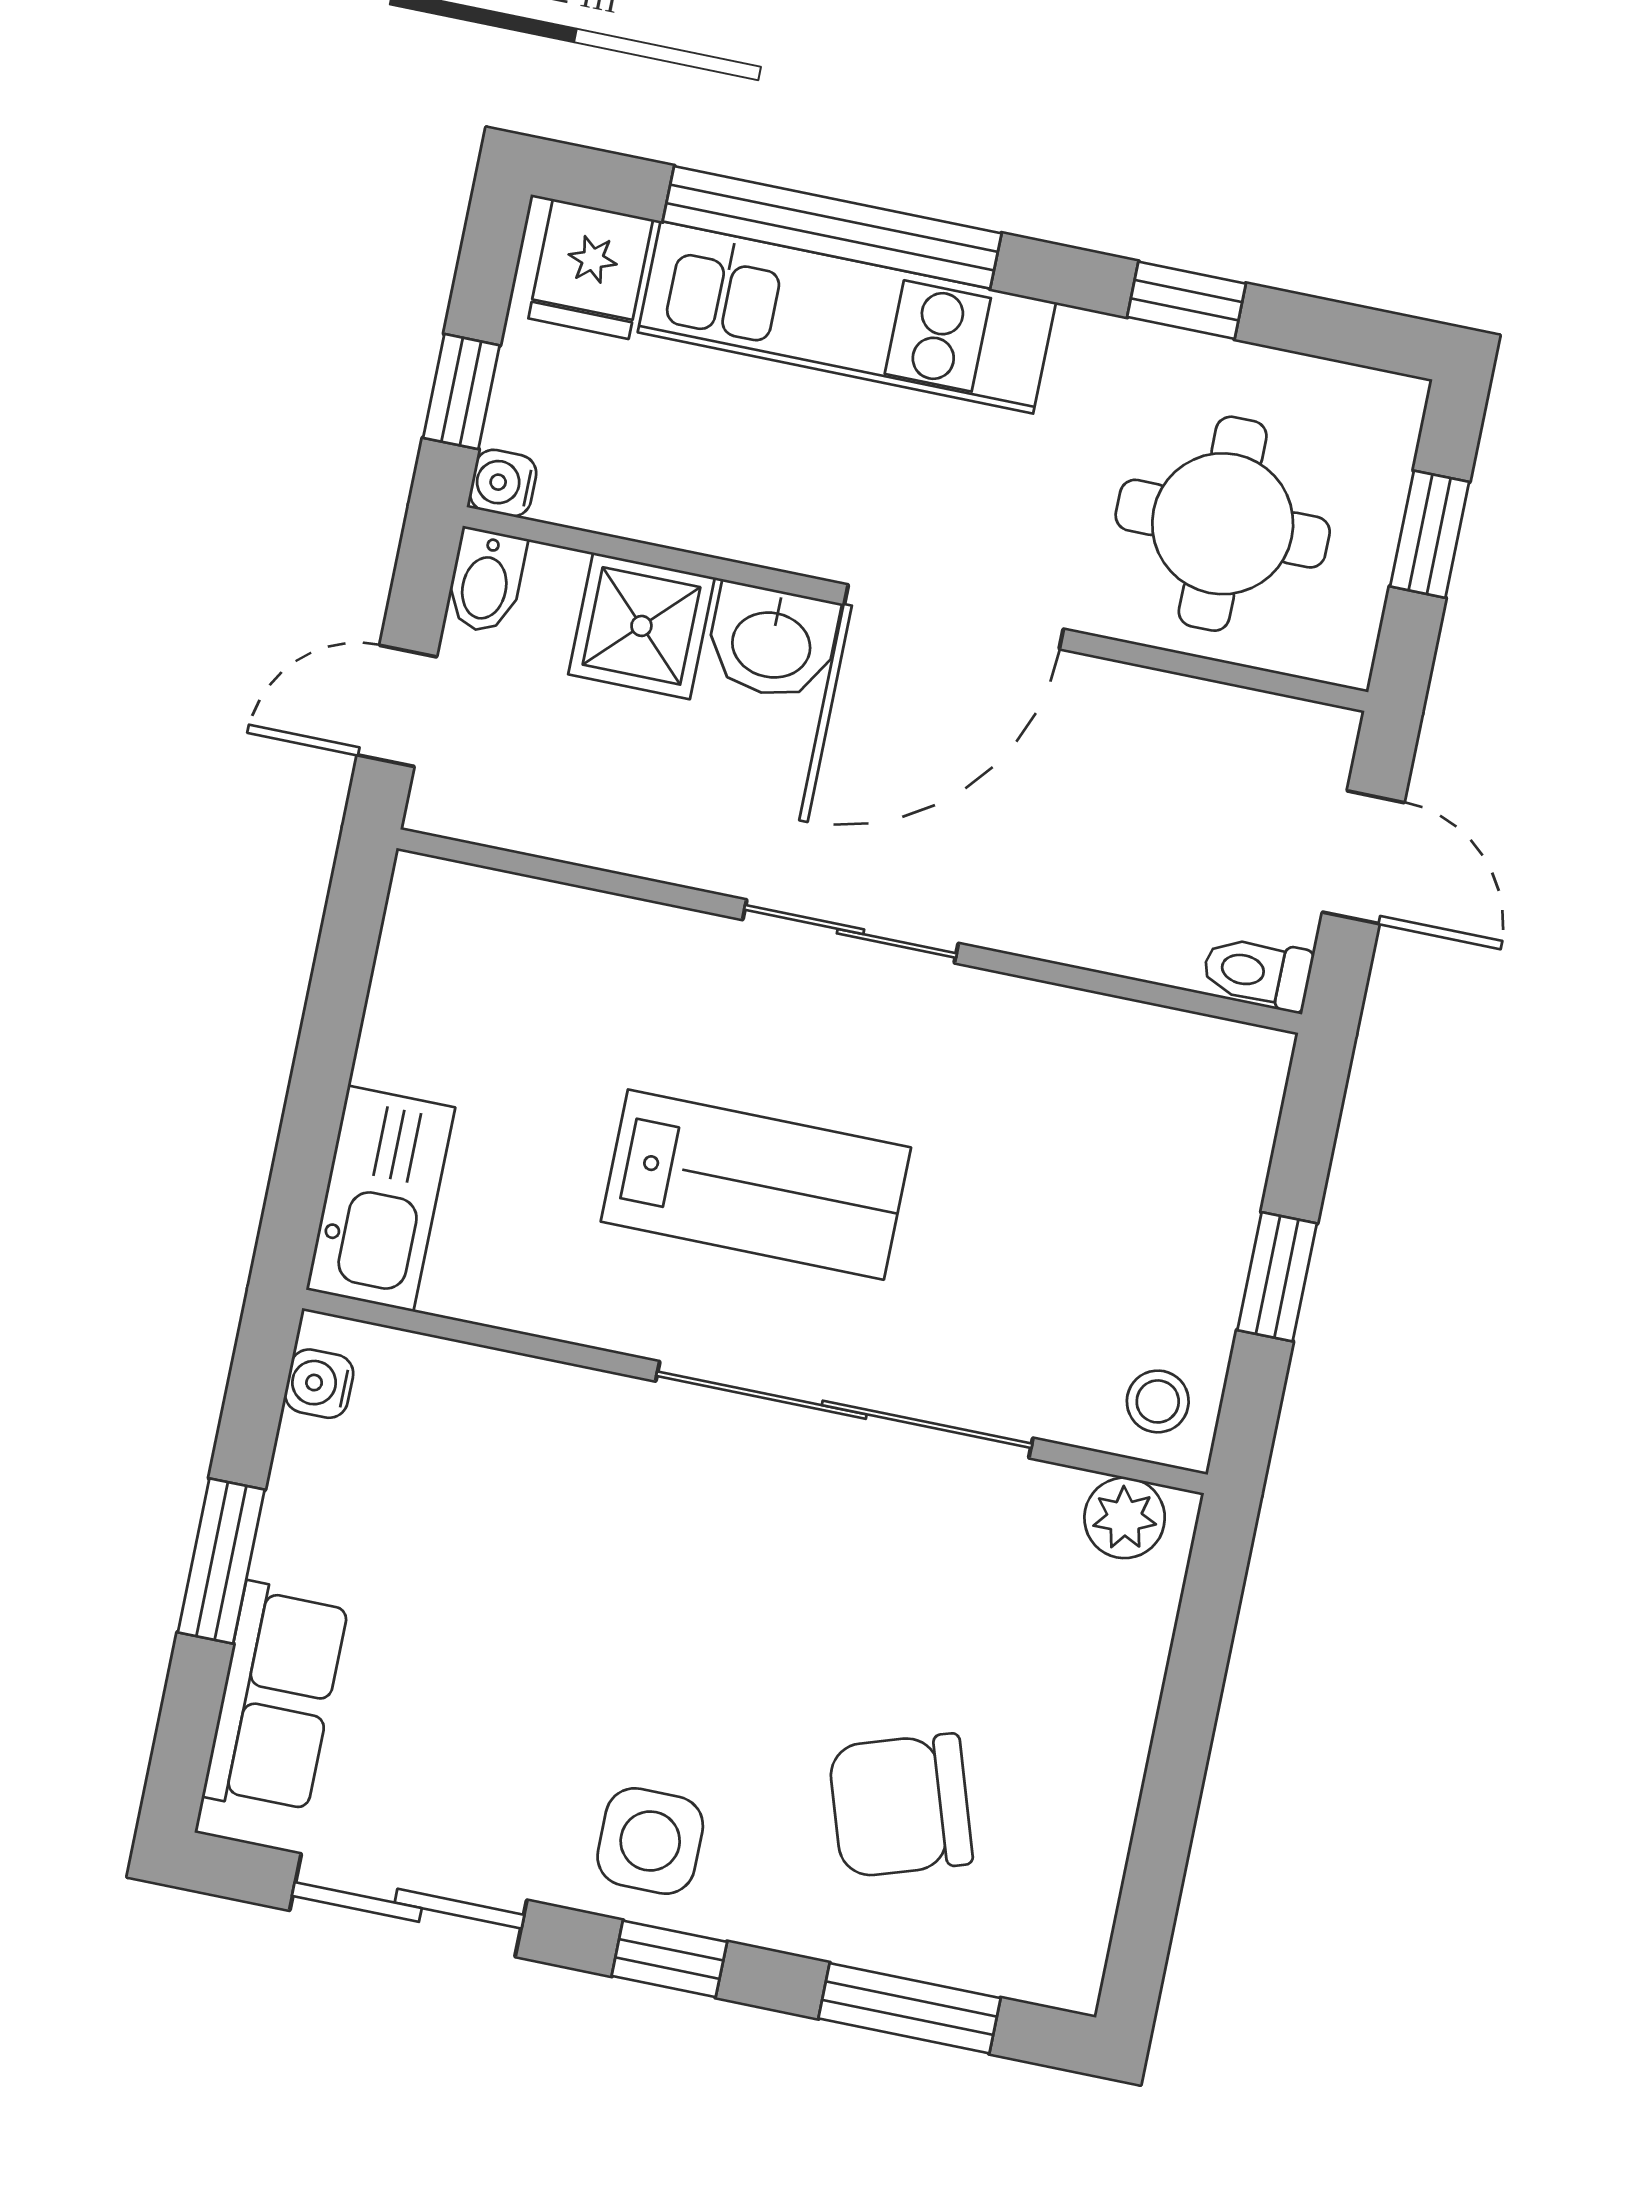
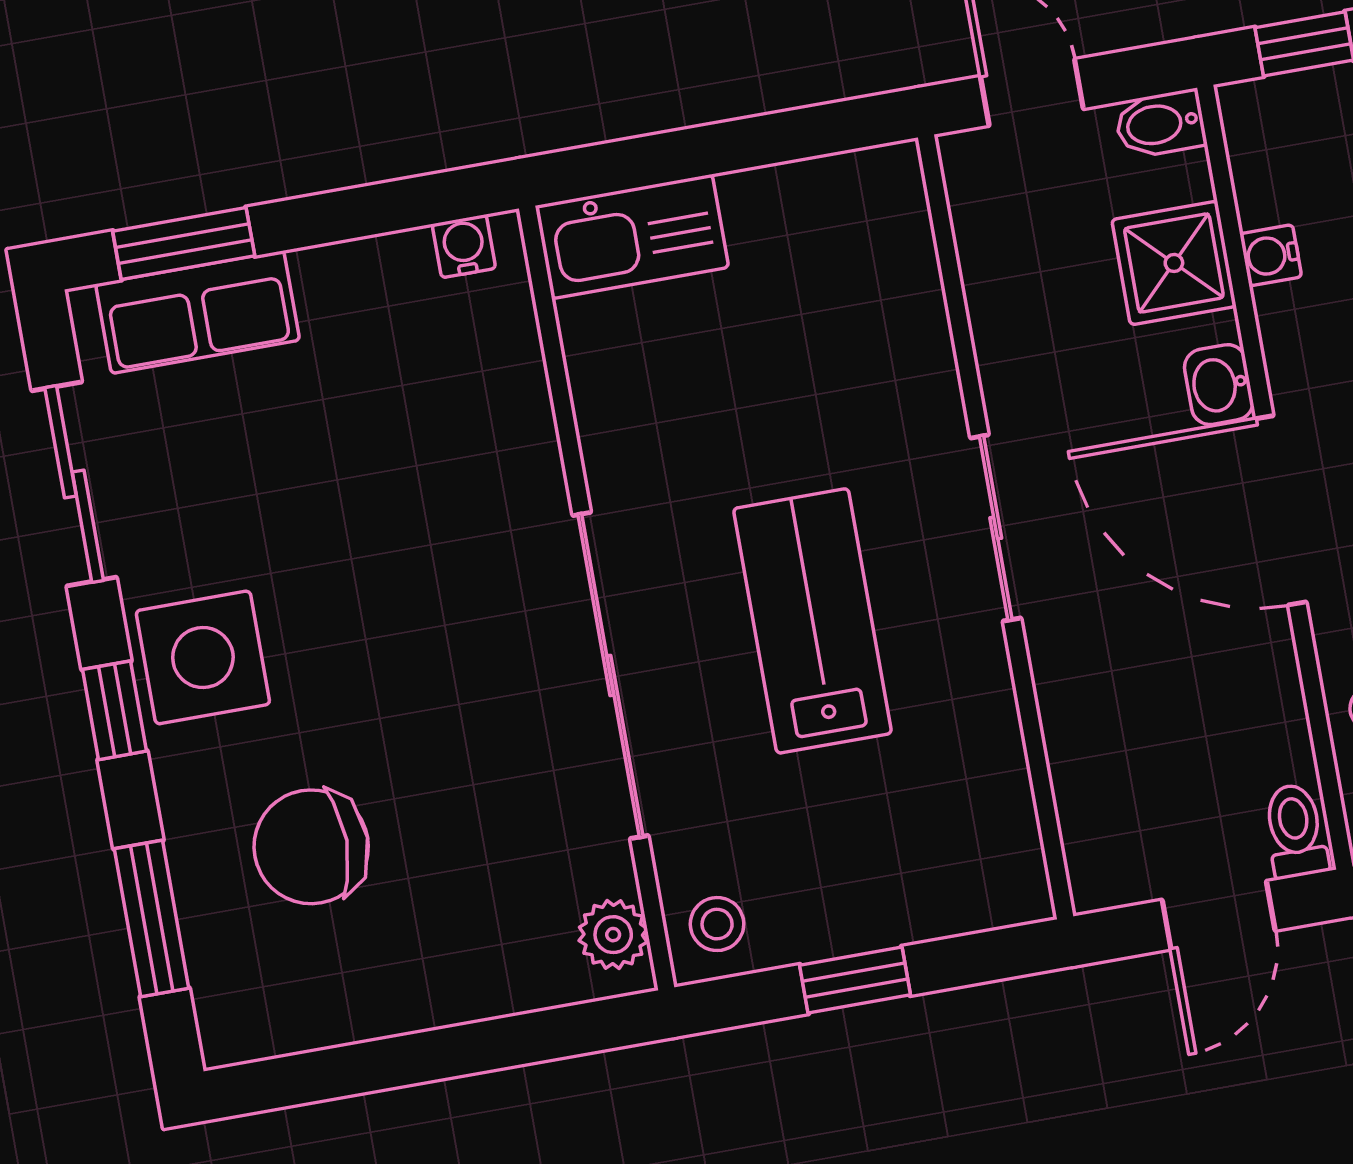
water cooler: (503, 483) -> (1271, 255), moved, turned -90
washbasin: (772, 642) -> (1219, 385), width x0.72, depth x0.69
toilet: (1257, 972) -> (1295, 831), moved
lab bench: (756, 1185) -> (813, 621), moved, turned 180
window: (221, 1561) -> (184, 243), moved
chair: (901, 1805) -> (311, 847), turned -72
side table: (650, 1841) -> (203, 657), width x1.37, depth x1.37

